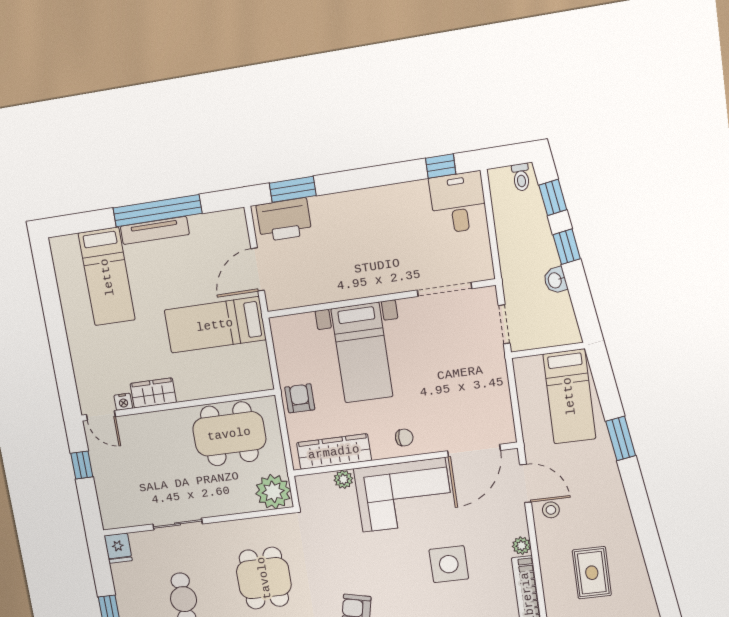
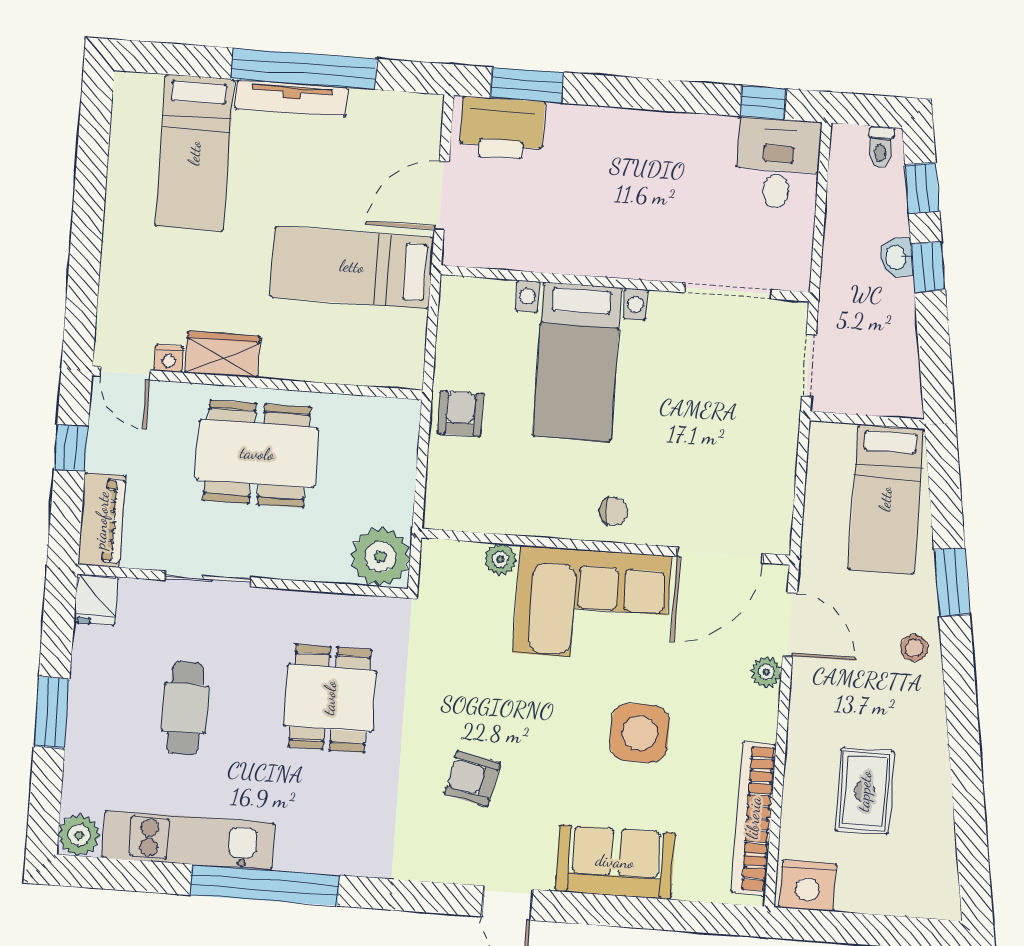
washbasin: (555, 280) -> (897, 257), moved
dining table: (229, 434) -> (257, 454), moved
wardrobe: (334, 452) -> (496, 511), removed
piano: (110, 502) -> (102, 520), added
stool: (551, 510) -> (914, 648), moved
plant: (522, 546) -> (767, 672), moved

